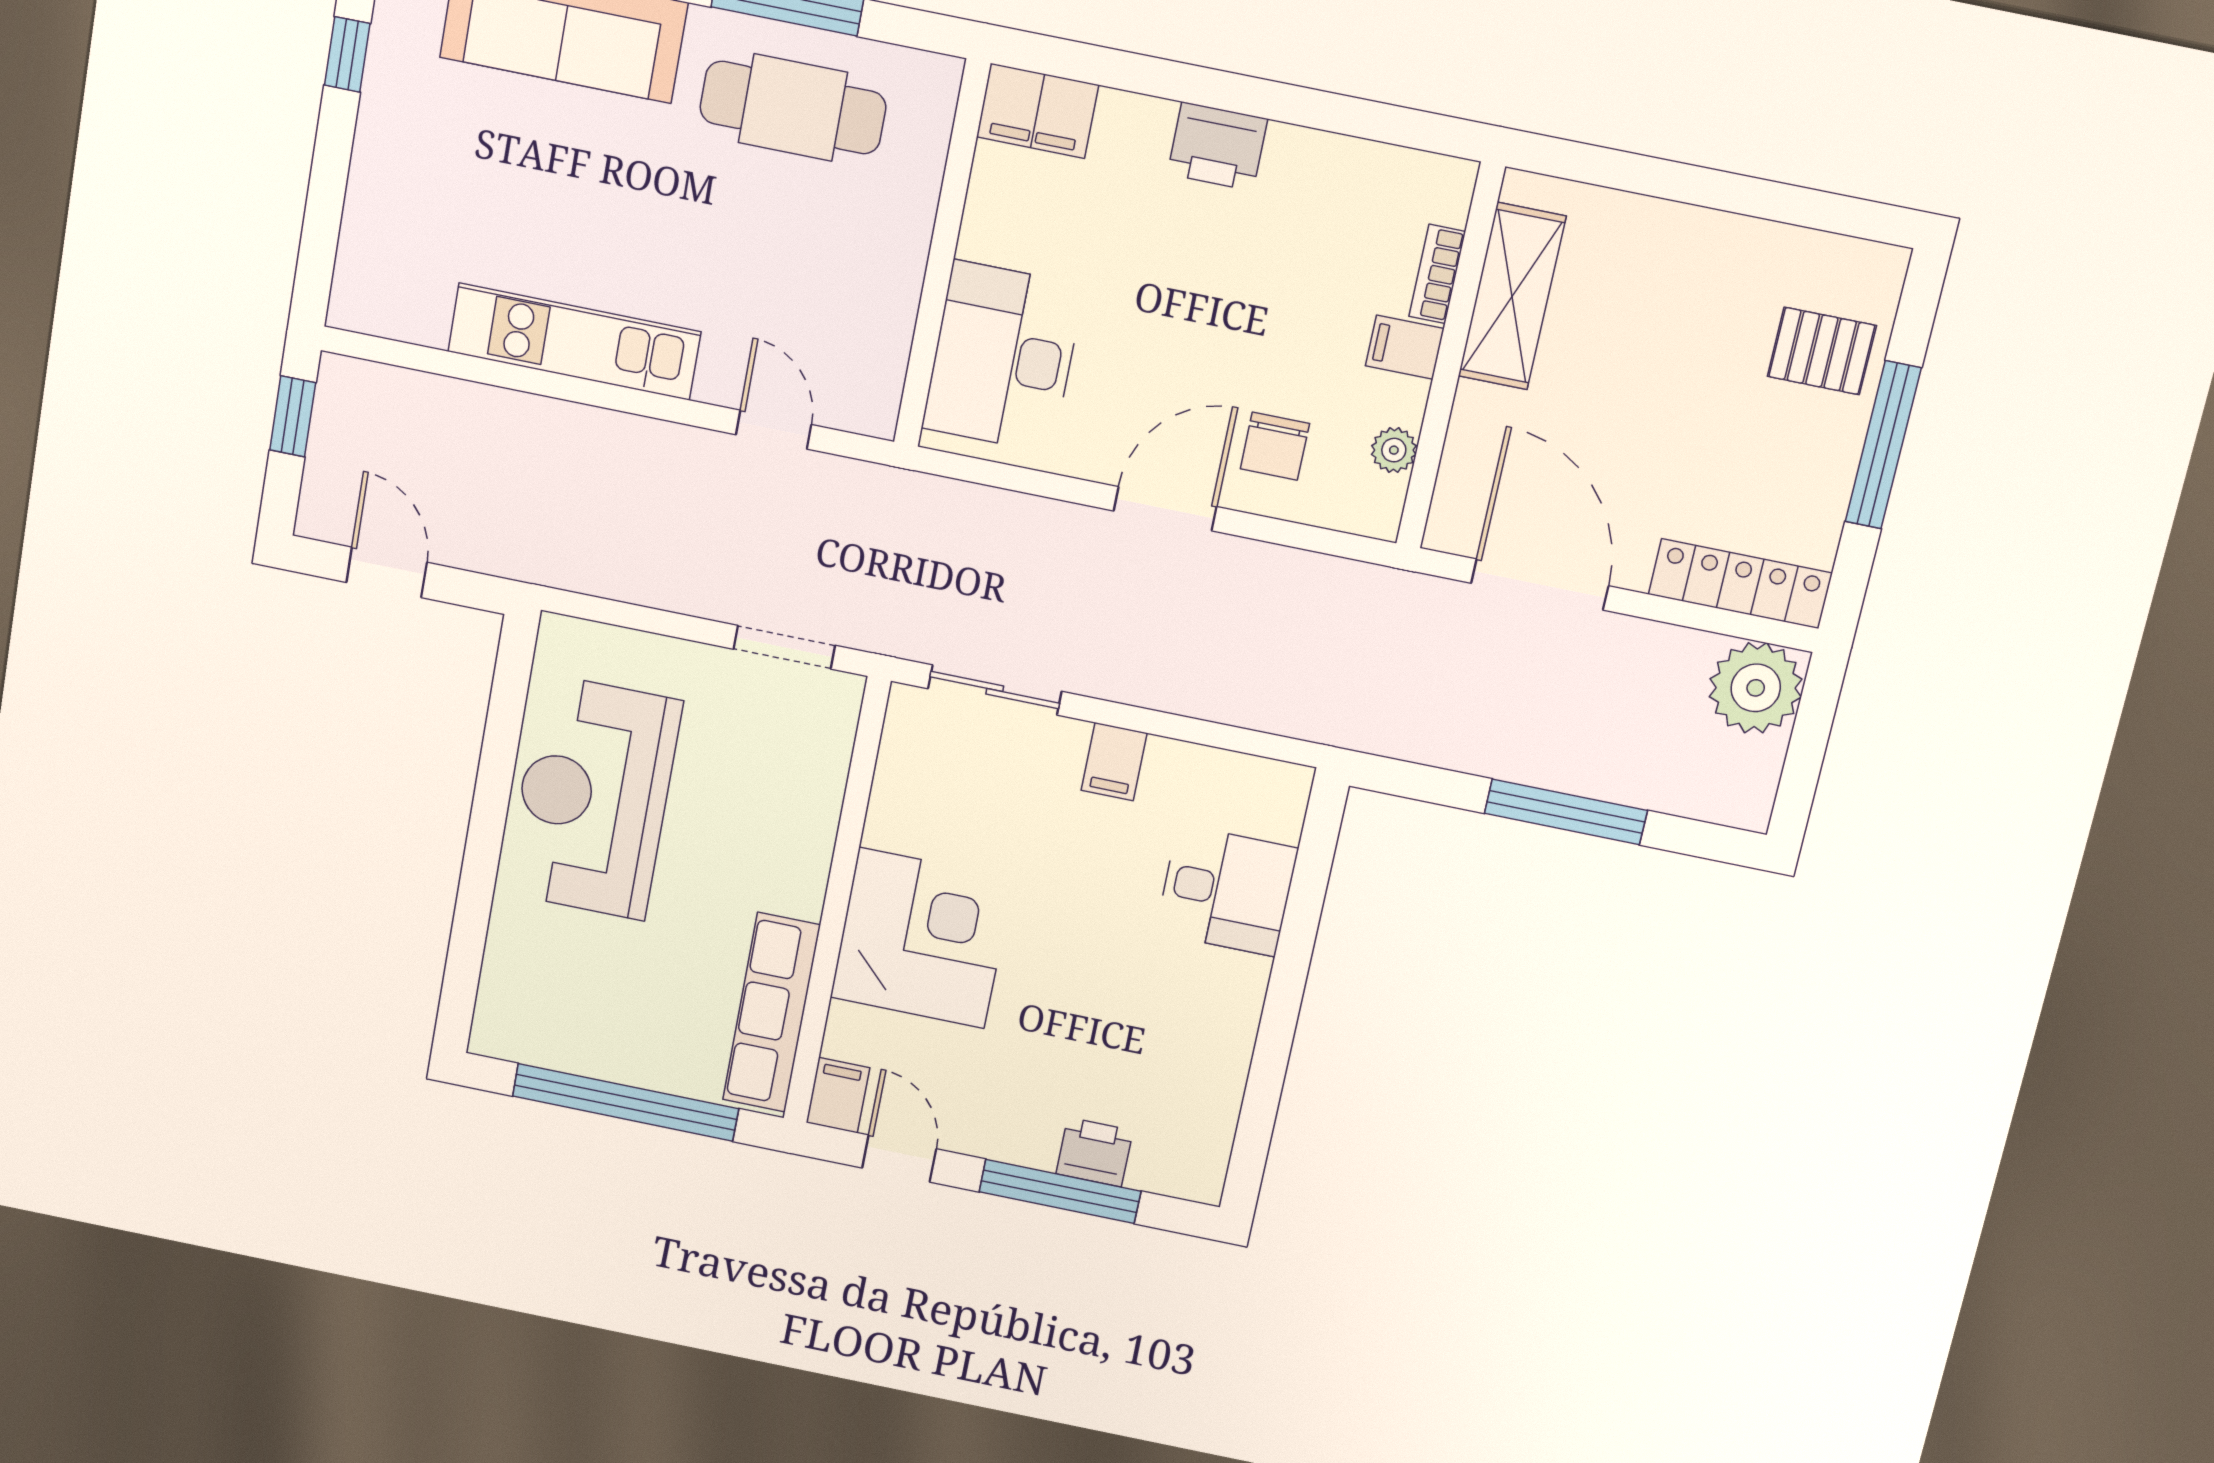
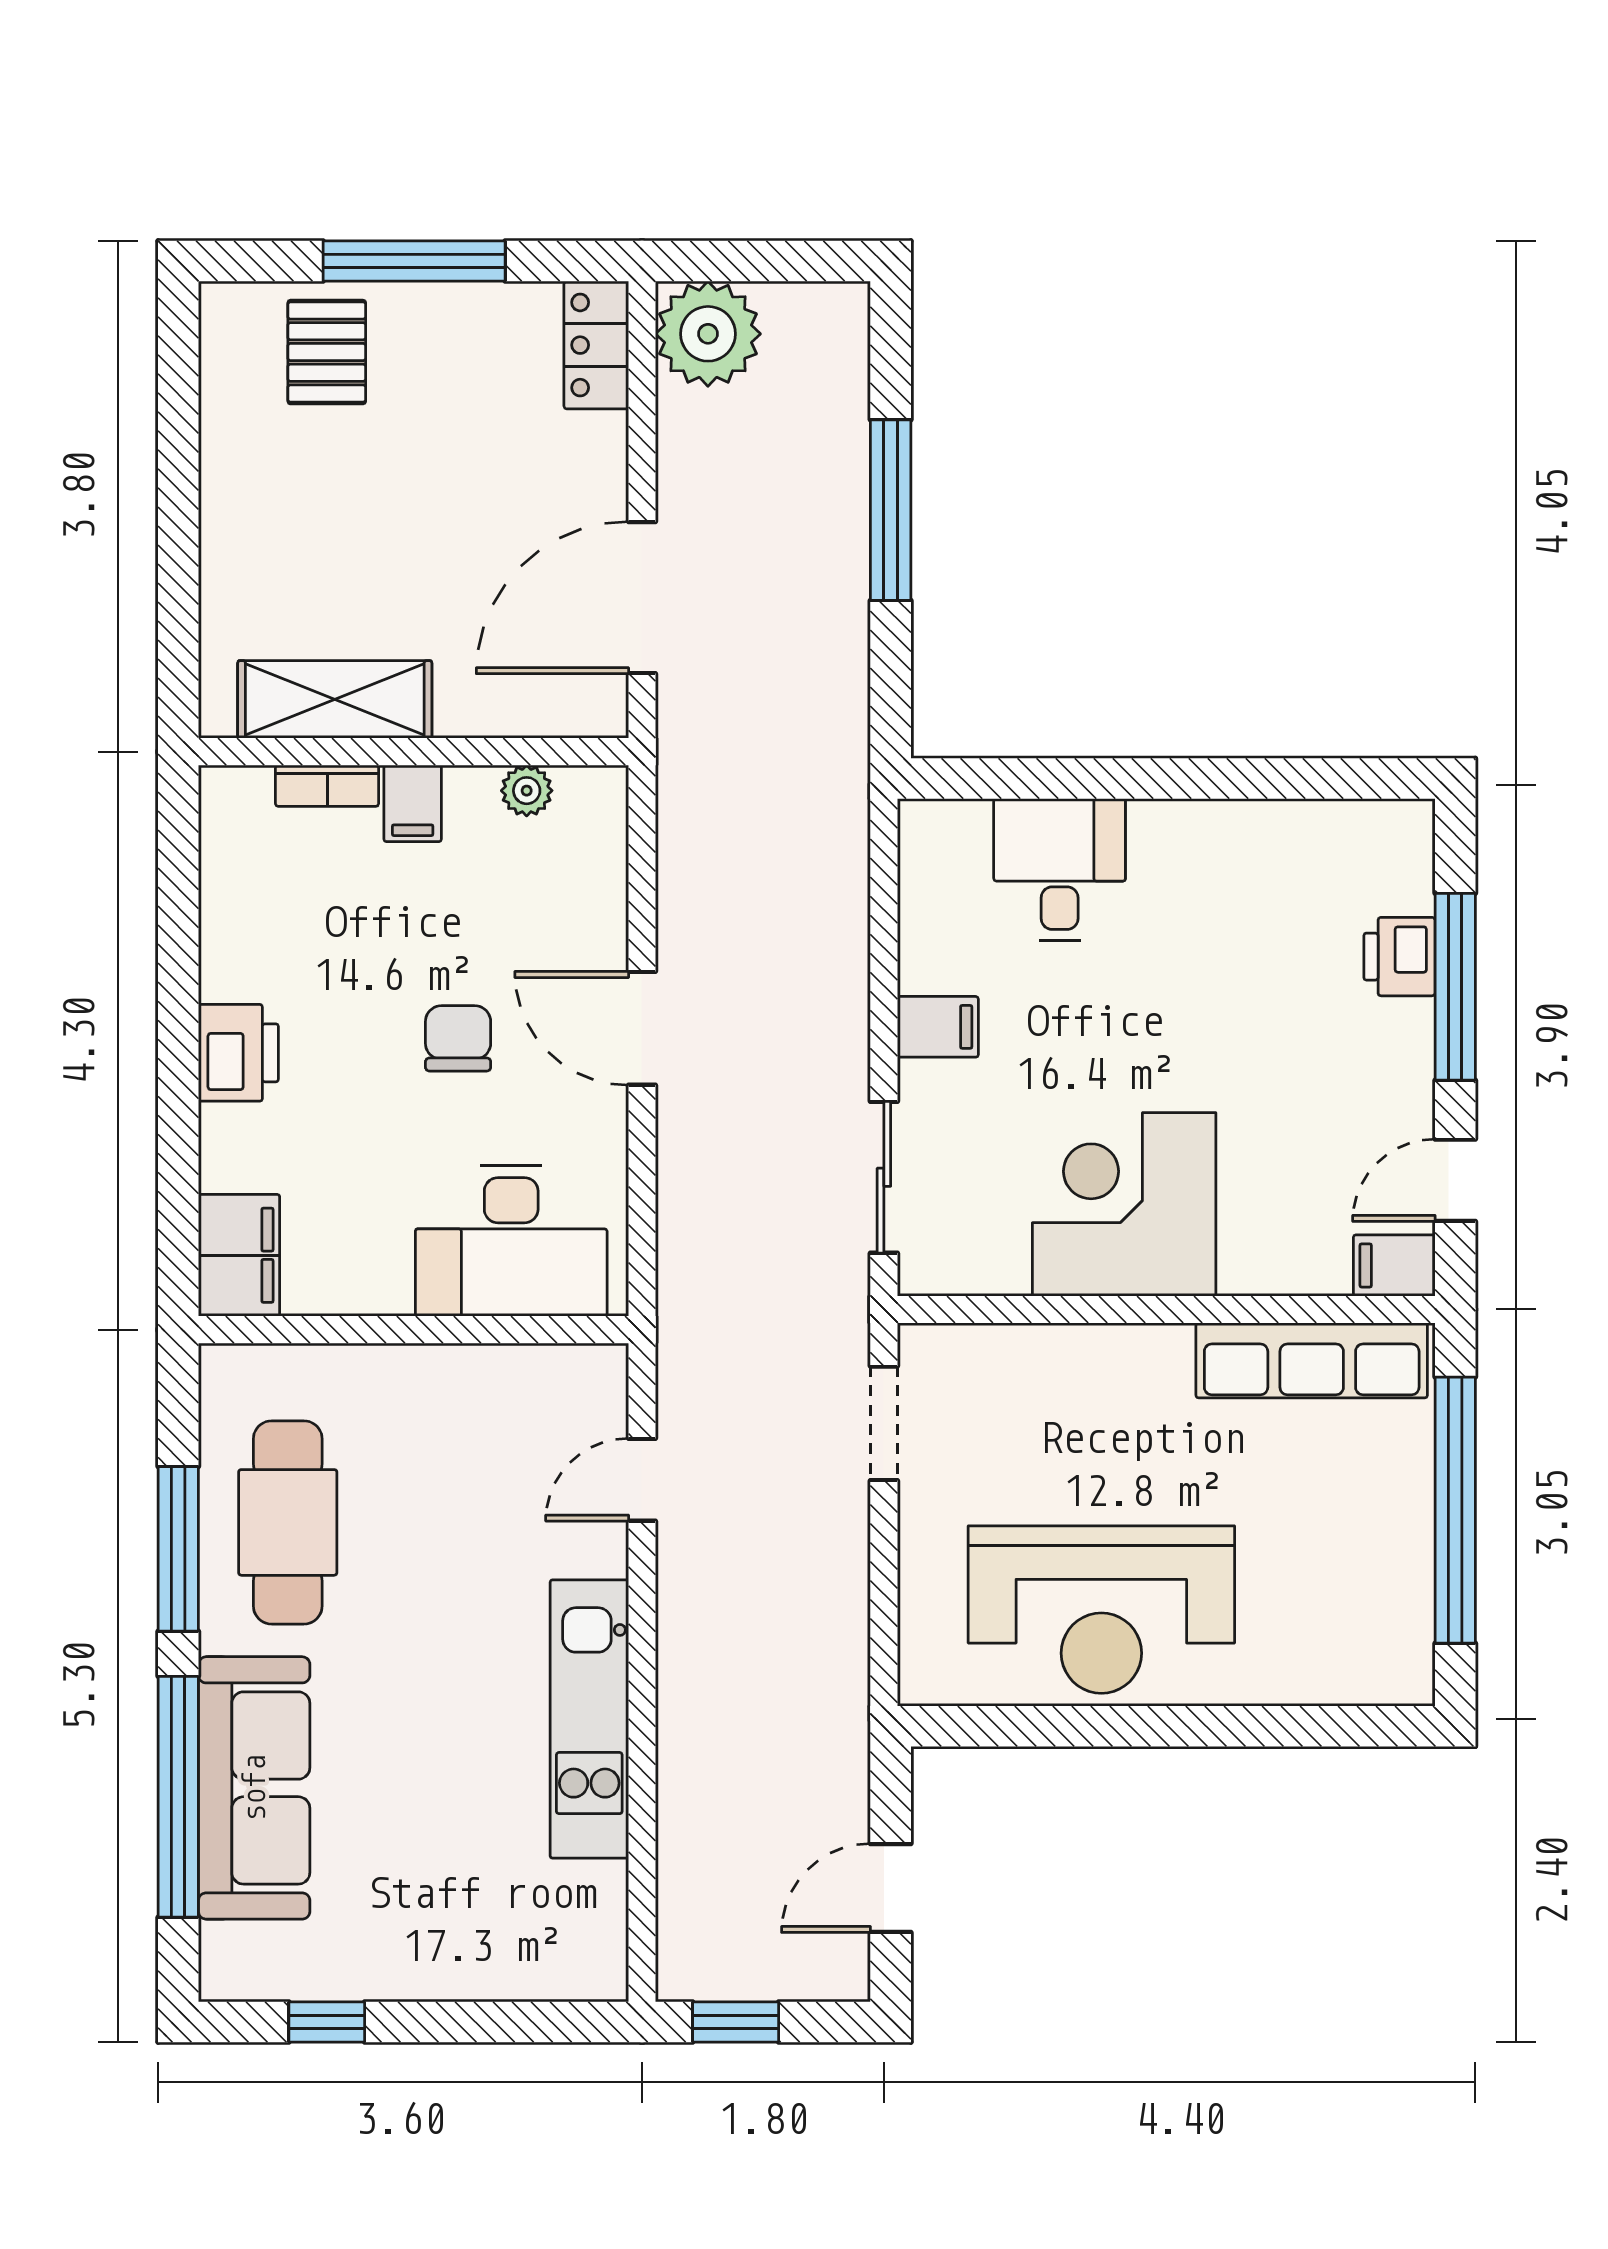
chair: (1275, 446) -> (458, 1038), moved, turned -90
locker: (1740, 584) -> (596, 345), width x0.66
corner desk: (922, 938) -> (1124, 1204), moved

